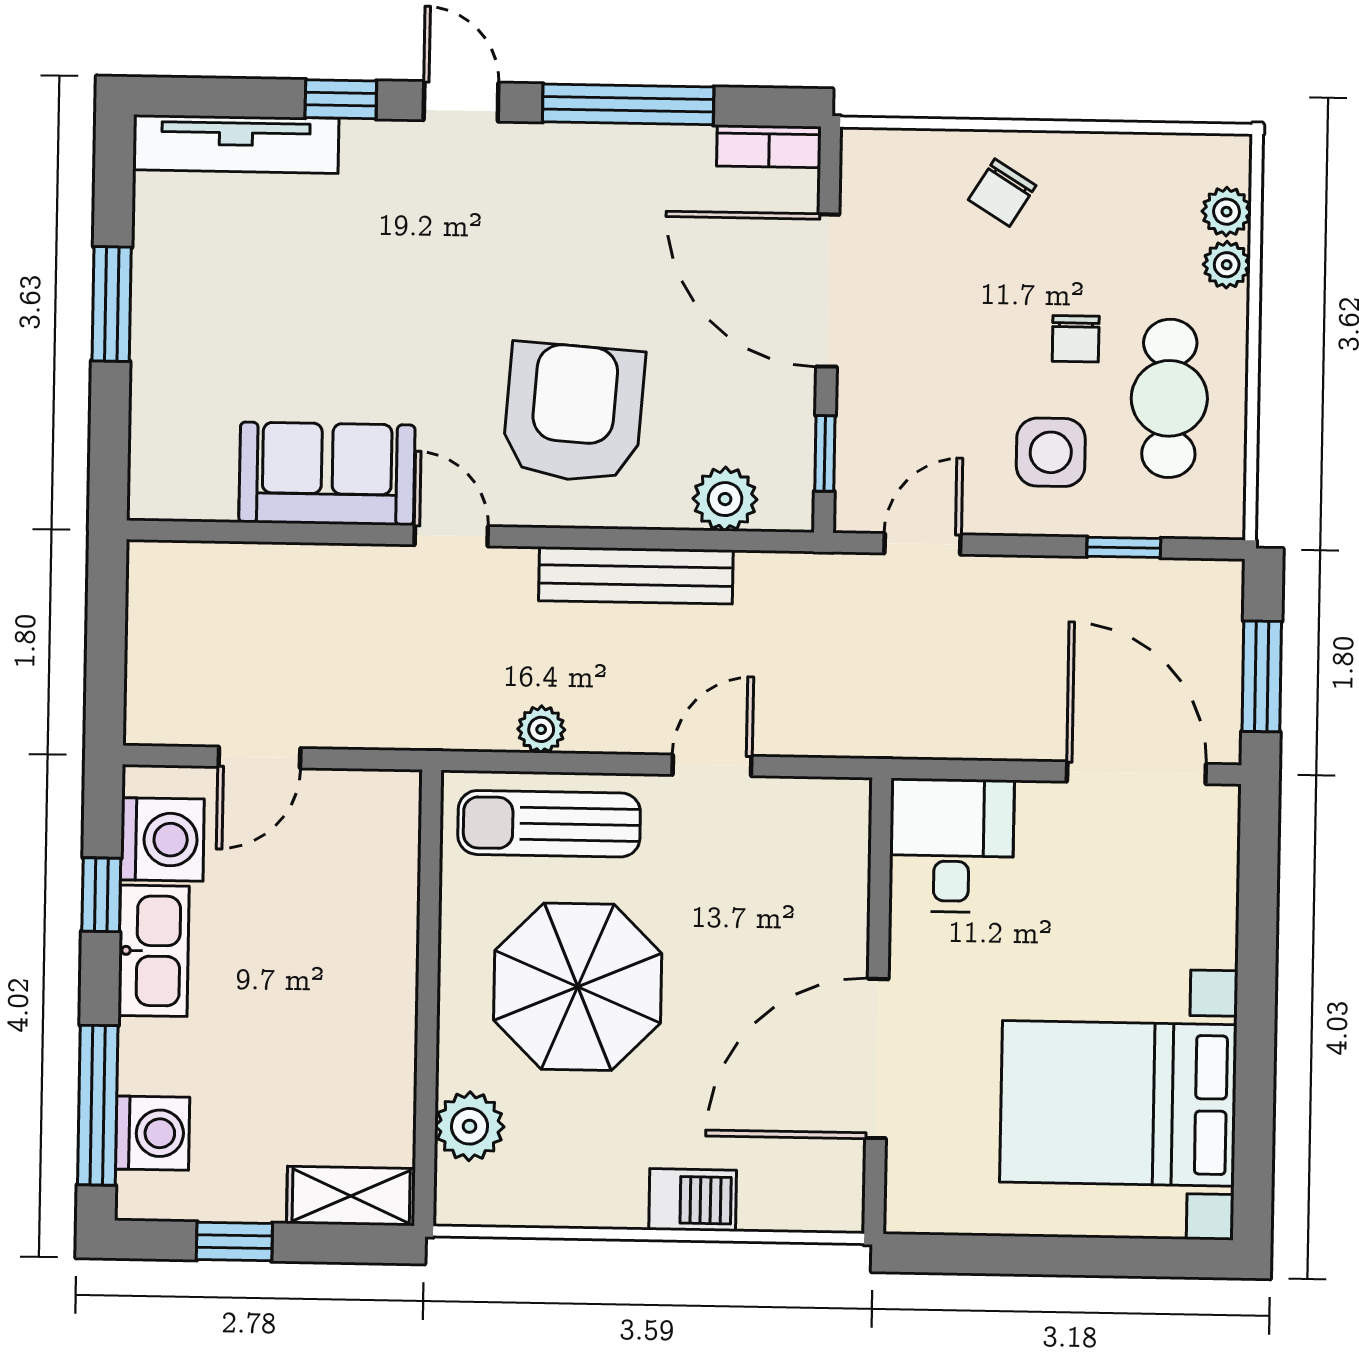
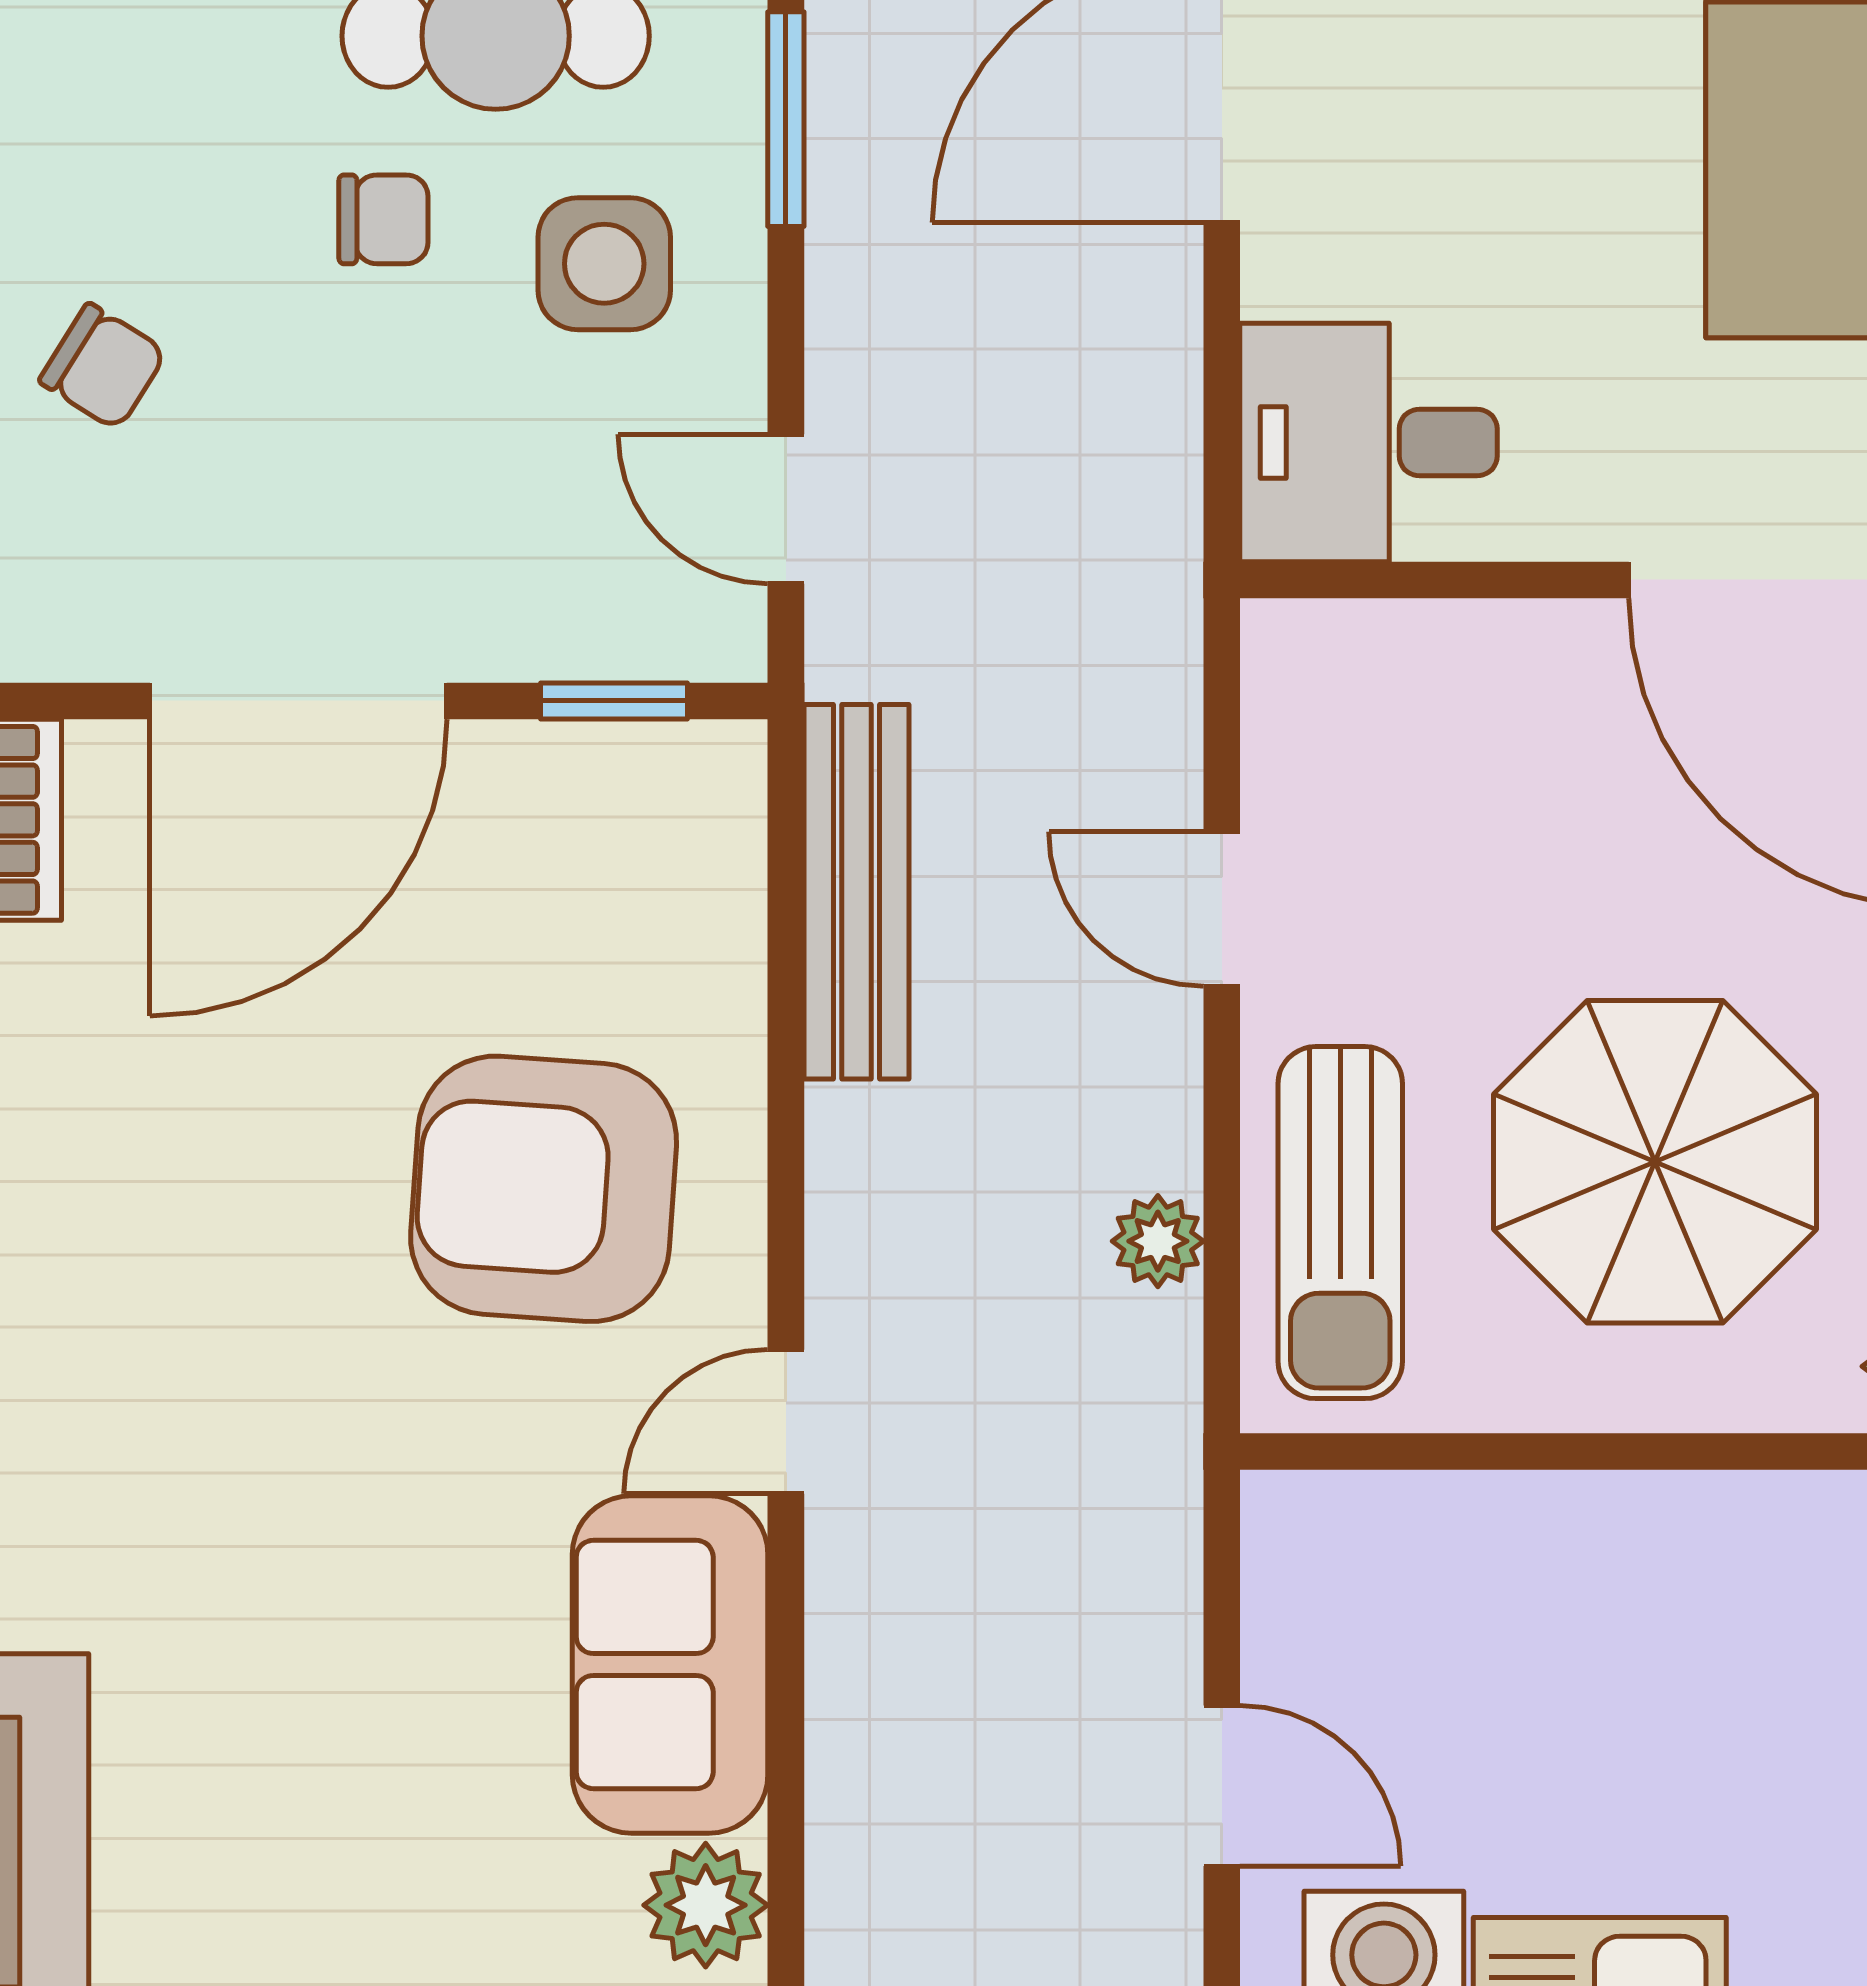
plant: (725, 499) -> (706, 1905), moved
window: (1124, 547) -> (786, 119), width x1.50
bench: (636, 575) -> (857, 892), moved

